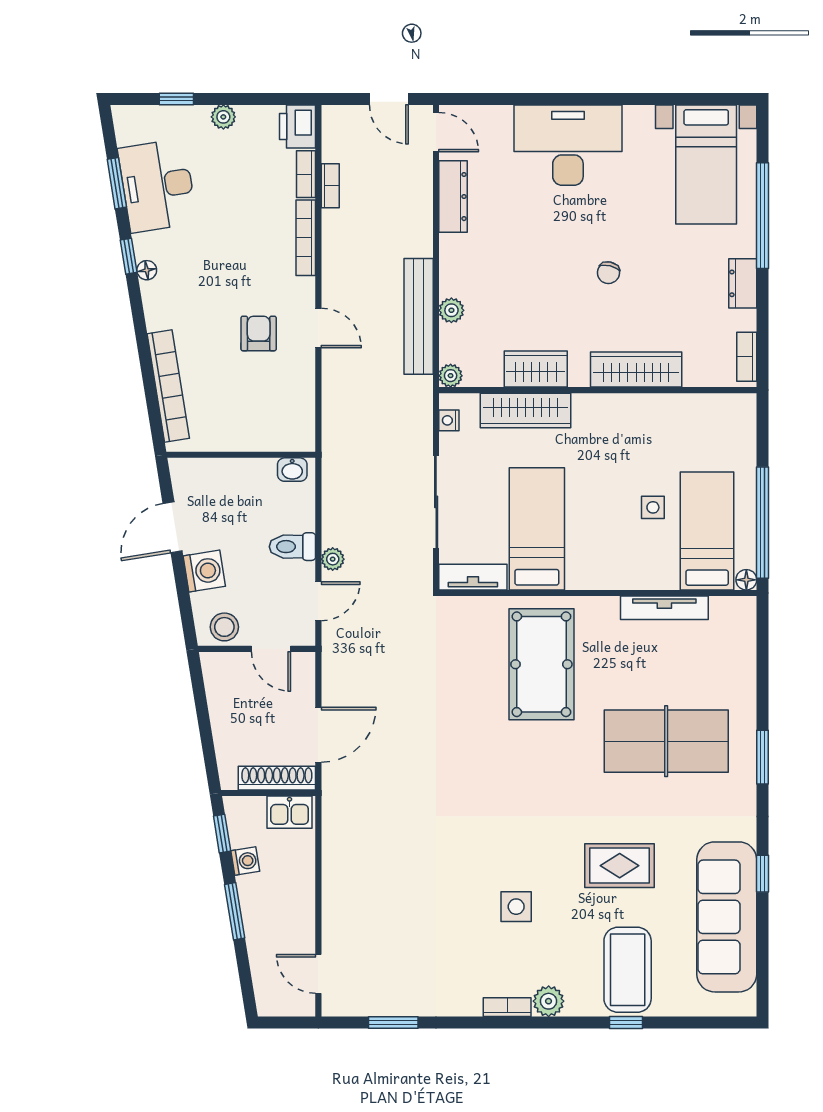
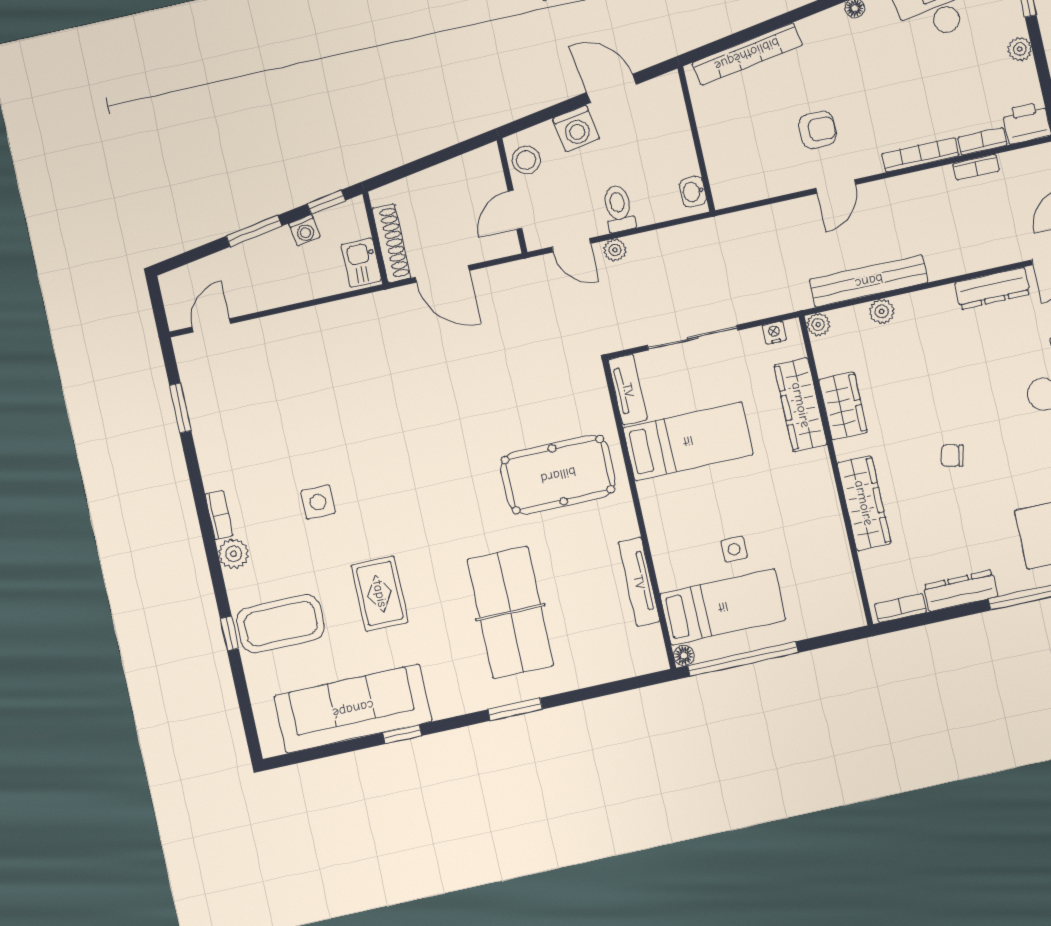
dresser: (743, 283) -> (961, 591), width x1.44

